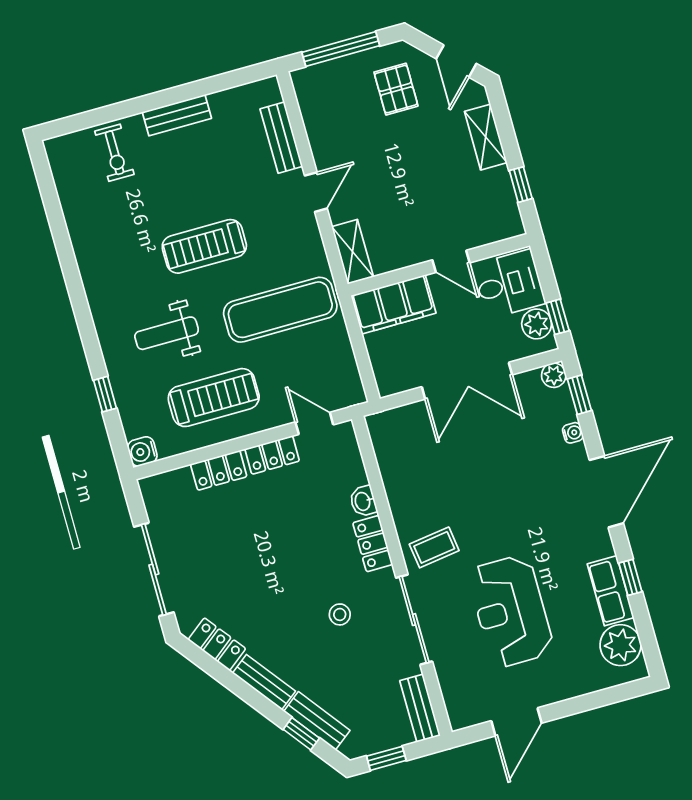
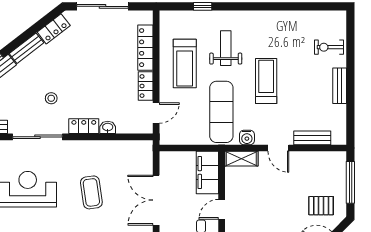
water cooler: (142, 451) -> (247, 137), moved, turned 180
locker: (219, 470) -> (145, 48), width x1.53
coffee table: (434, 547) -> (91, 192), moved, width x1.36, depth x1.30

